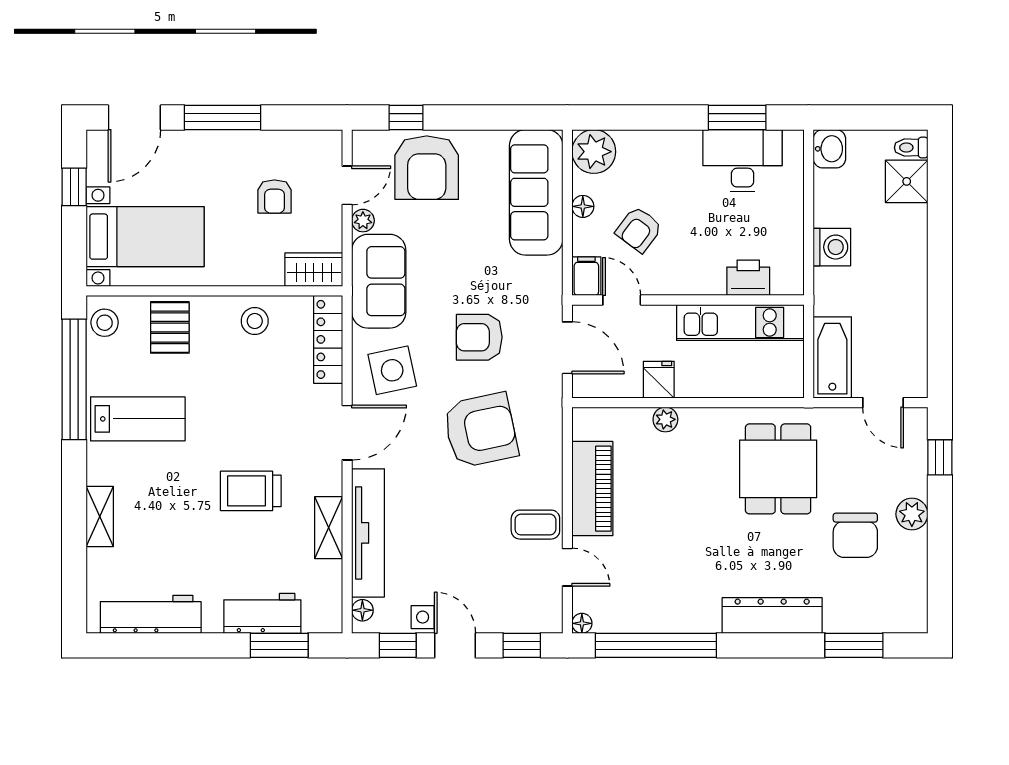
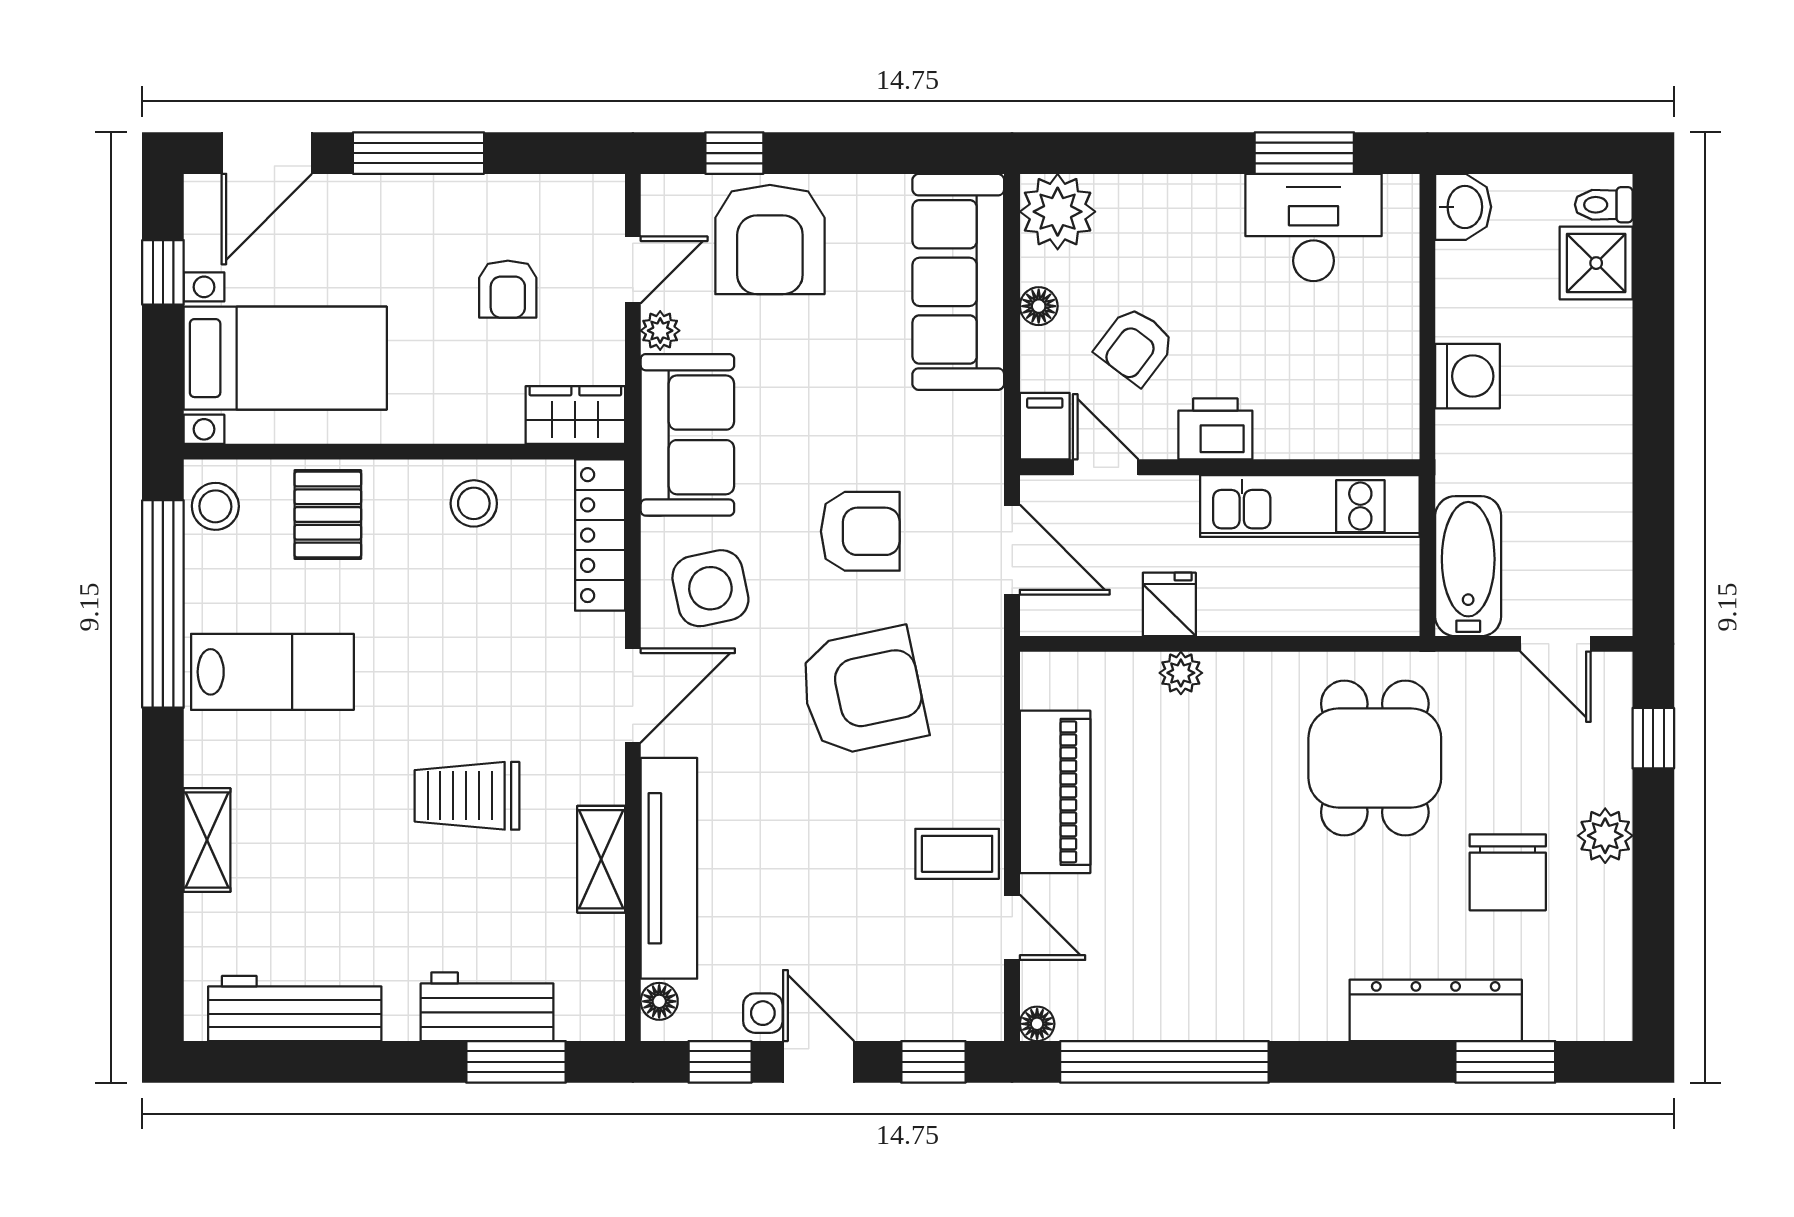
printer: (748, 278) -> (1215, 429), moved
armchair: (479, 337) -> (860, 531), turned 180
dresser: (772, 615) -> (1436, 1010), moved

